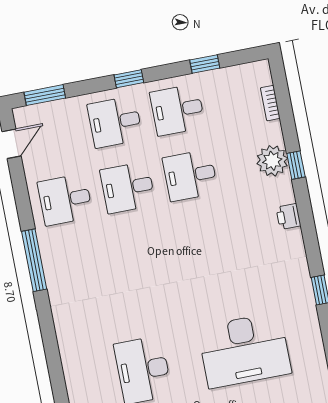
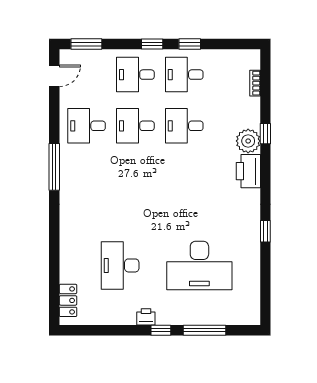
window: (205, 64) -> (190, 44), moved
plant: (272, 161) -> (248, 141), moved
printer: (288, 216) -> (248, 171), width x1.87, depth x1.48

